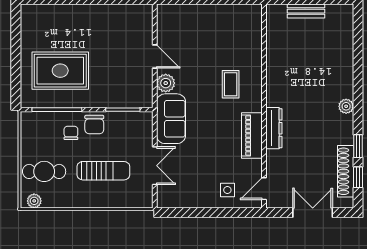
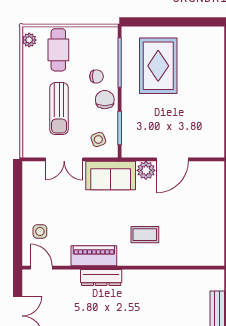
door: (155, 56) -> (172, 159), width x1.38
chair: (94, 125) -> (105, 100), turned 90
side table: (135, 131) -> (98, 139), added

